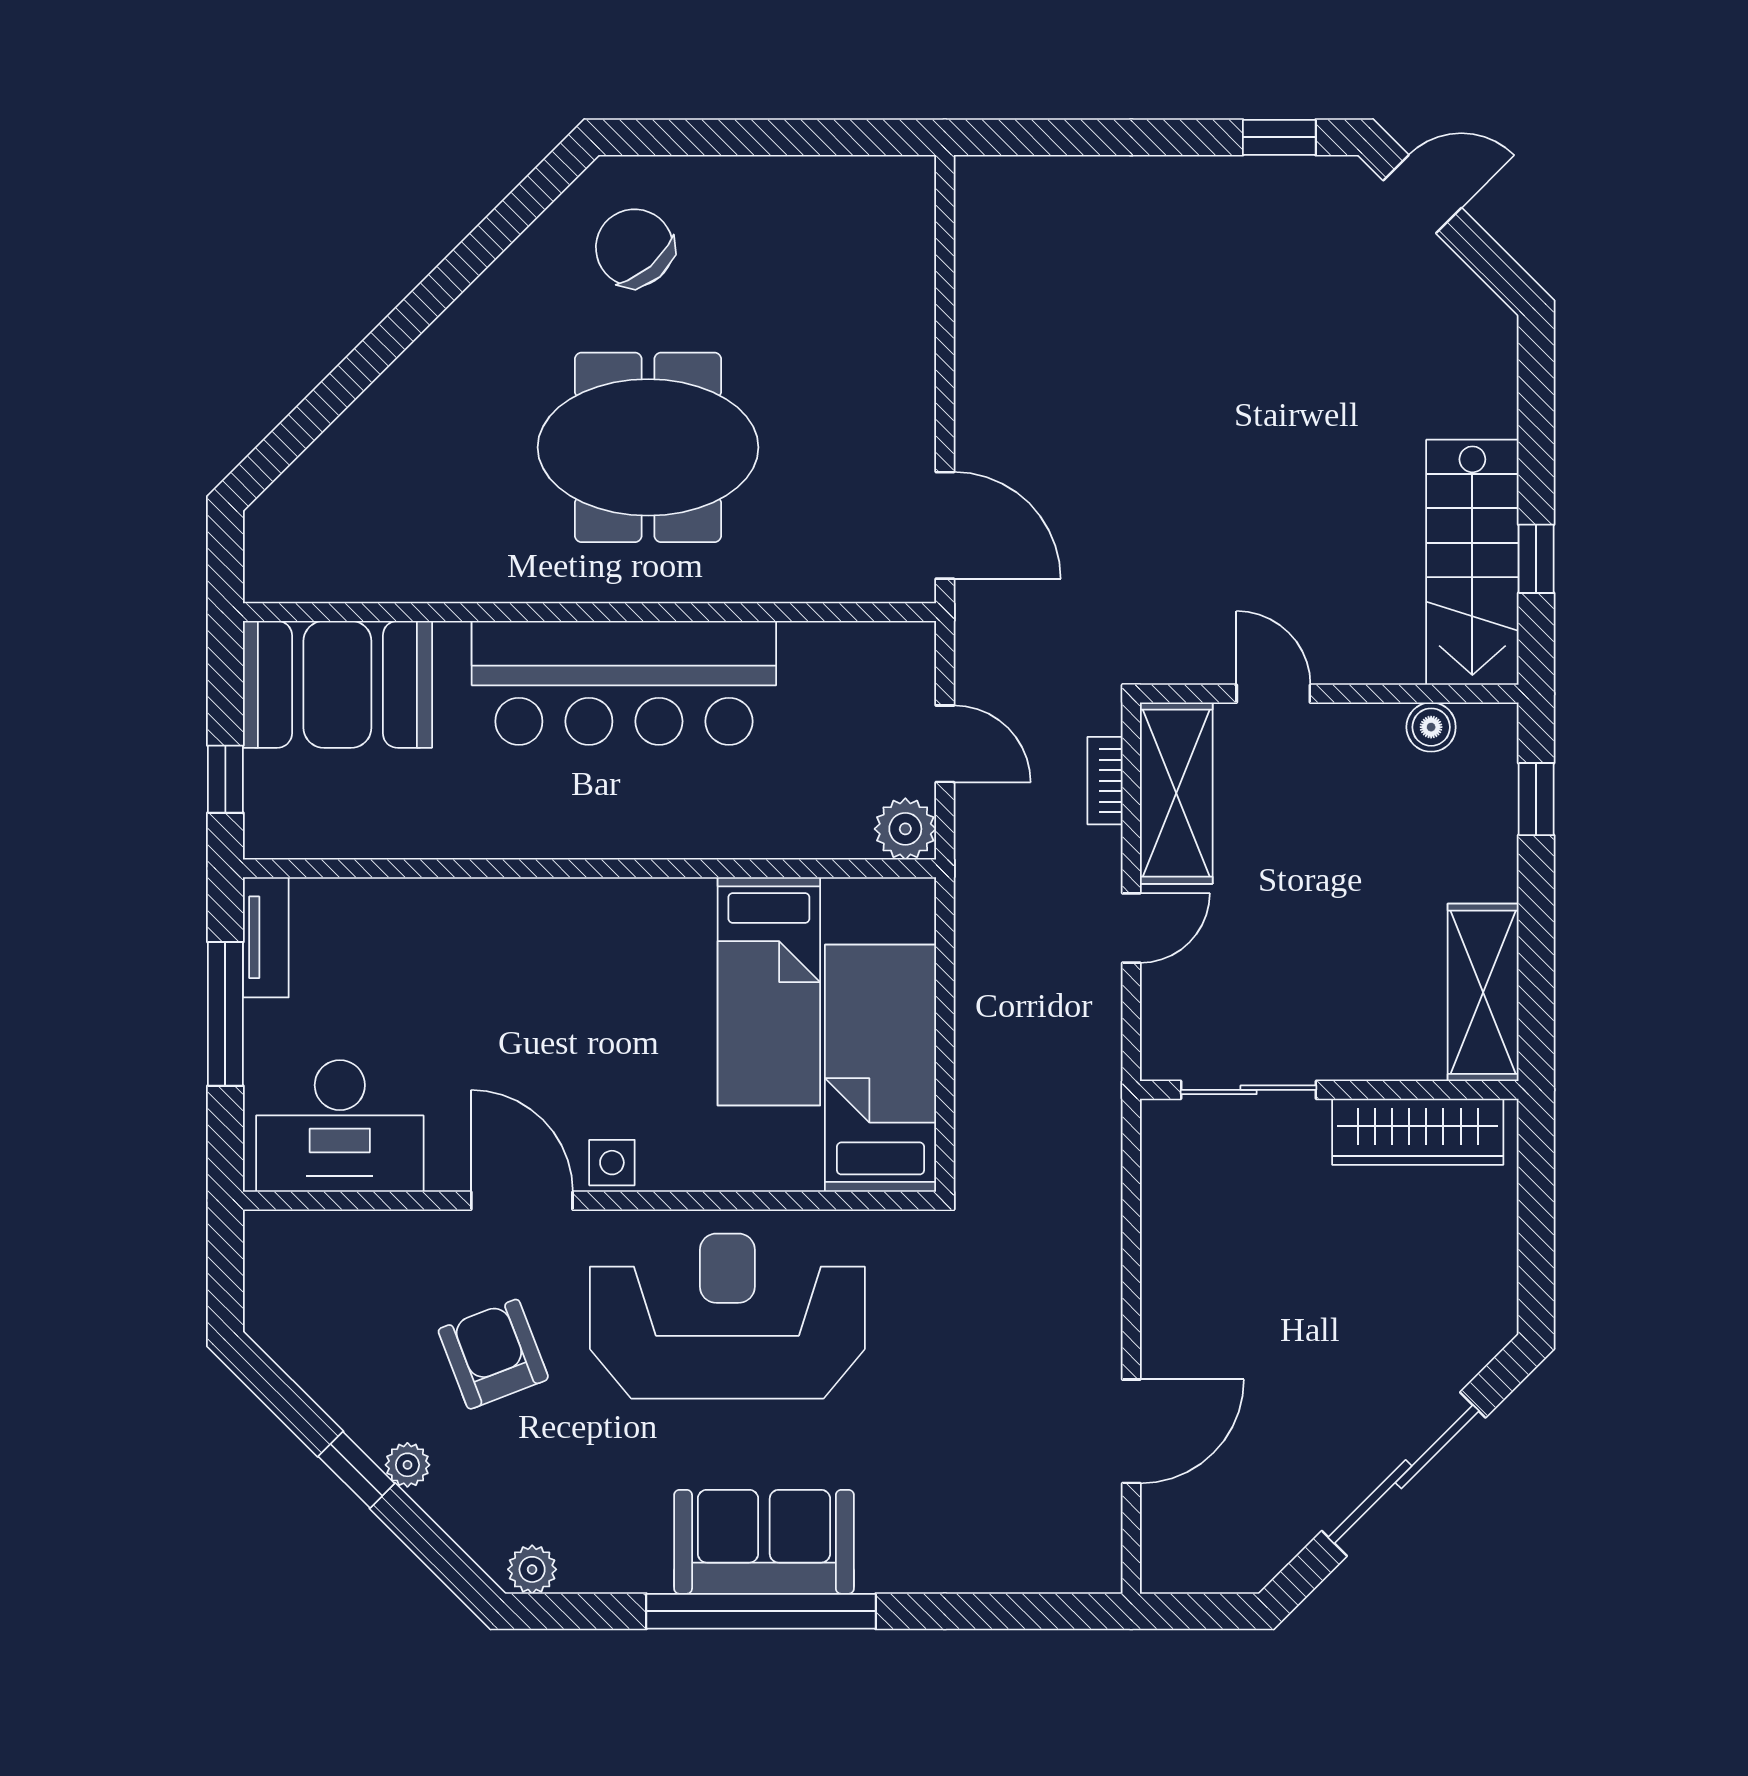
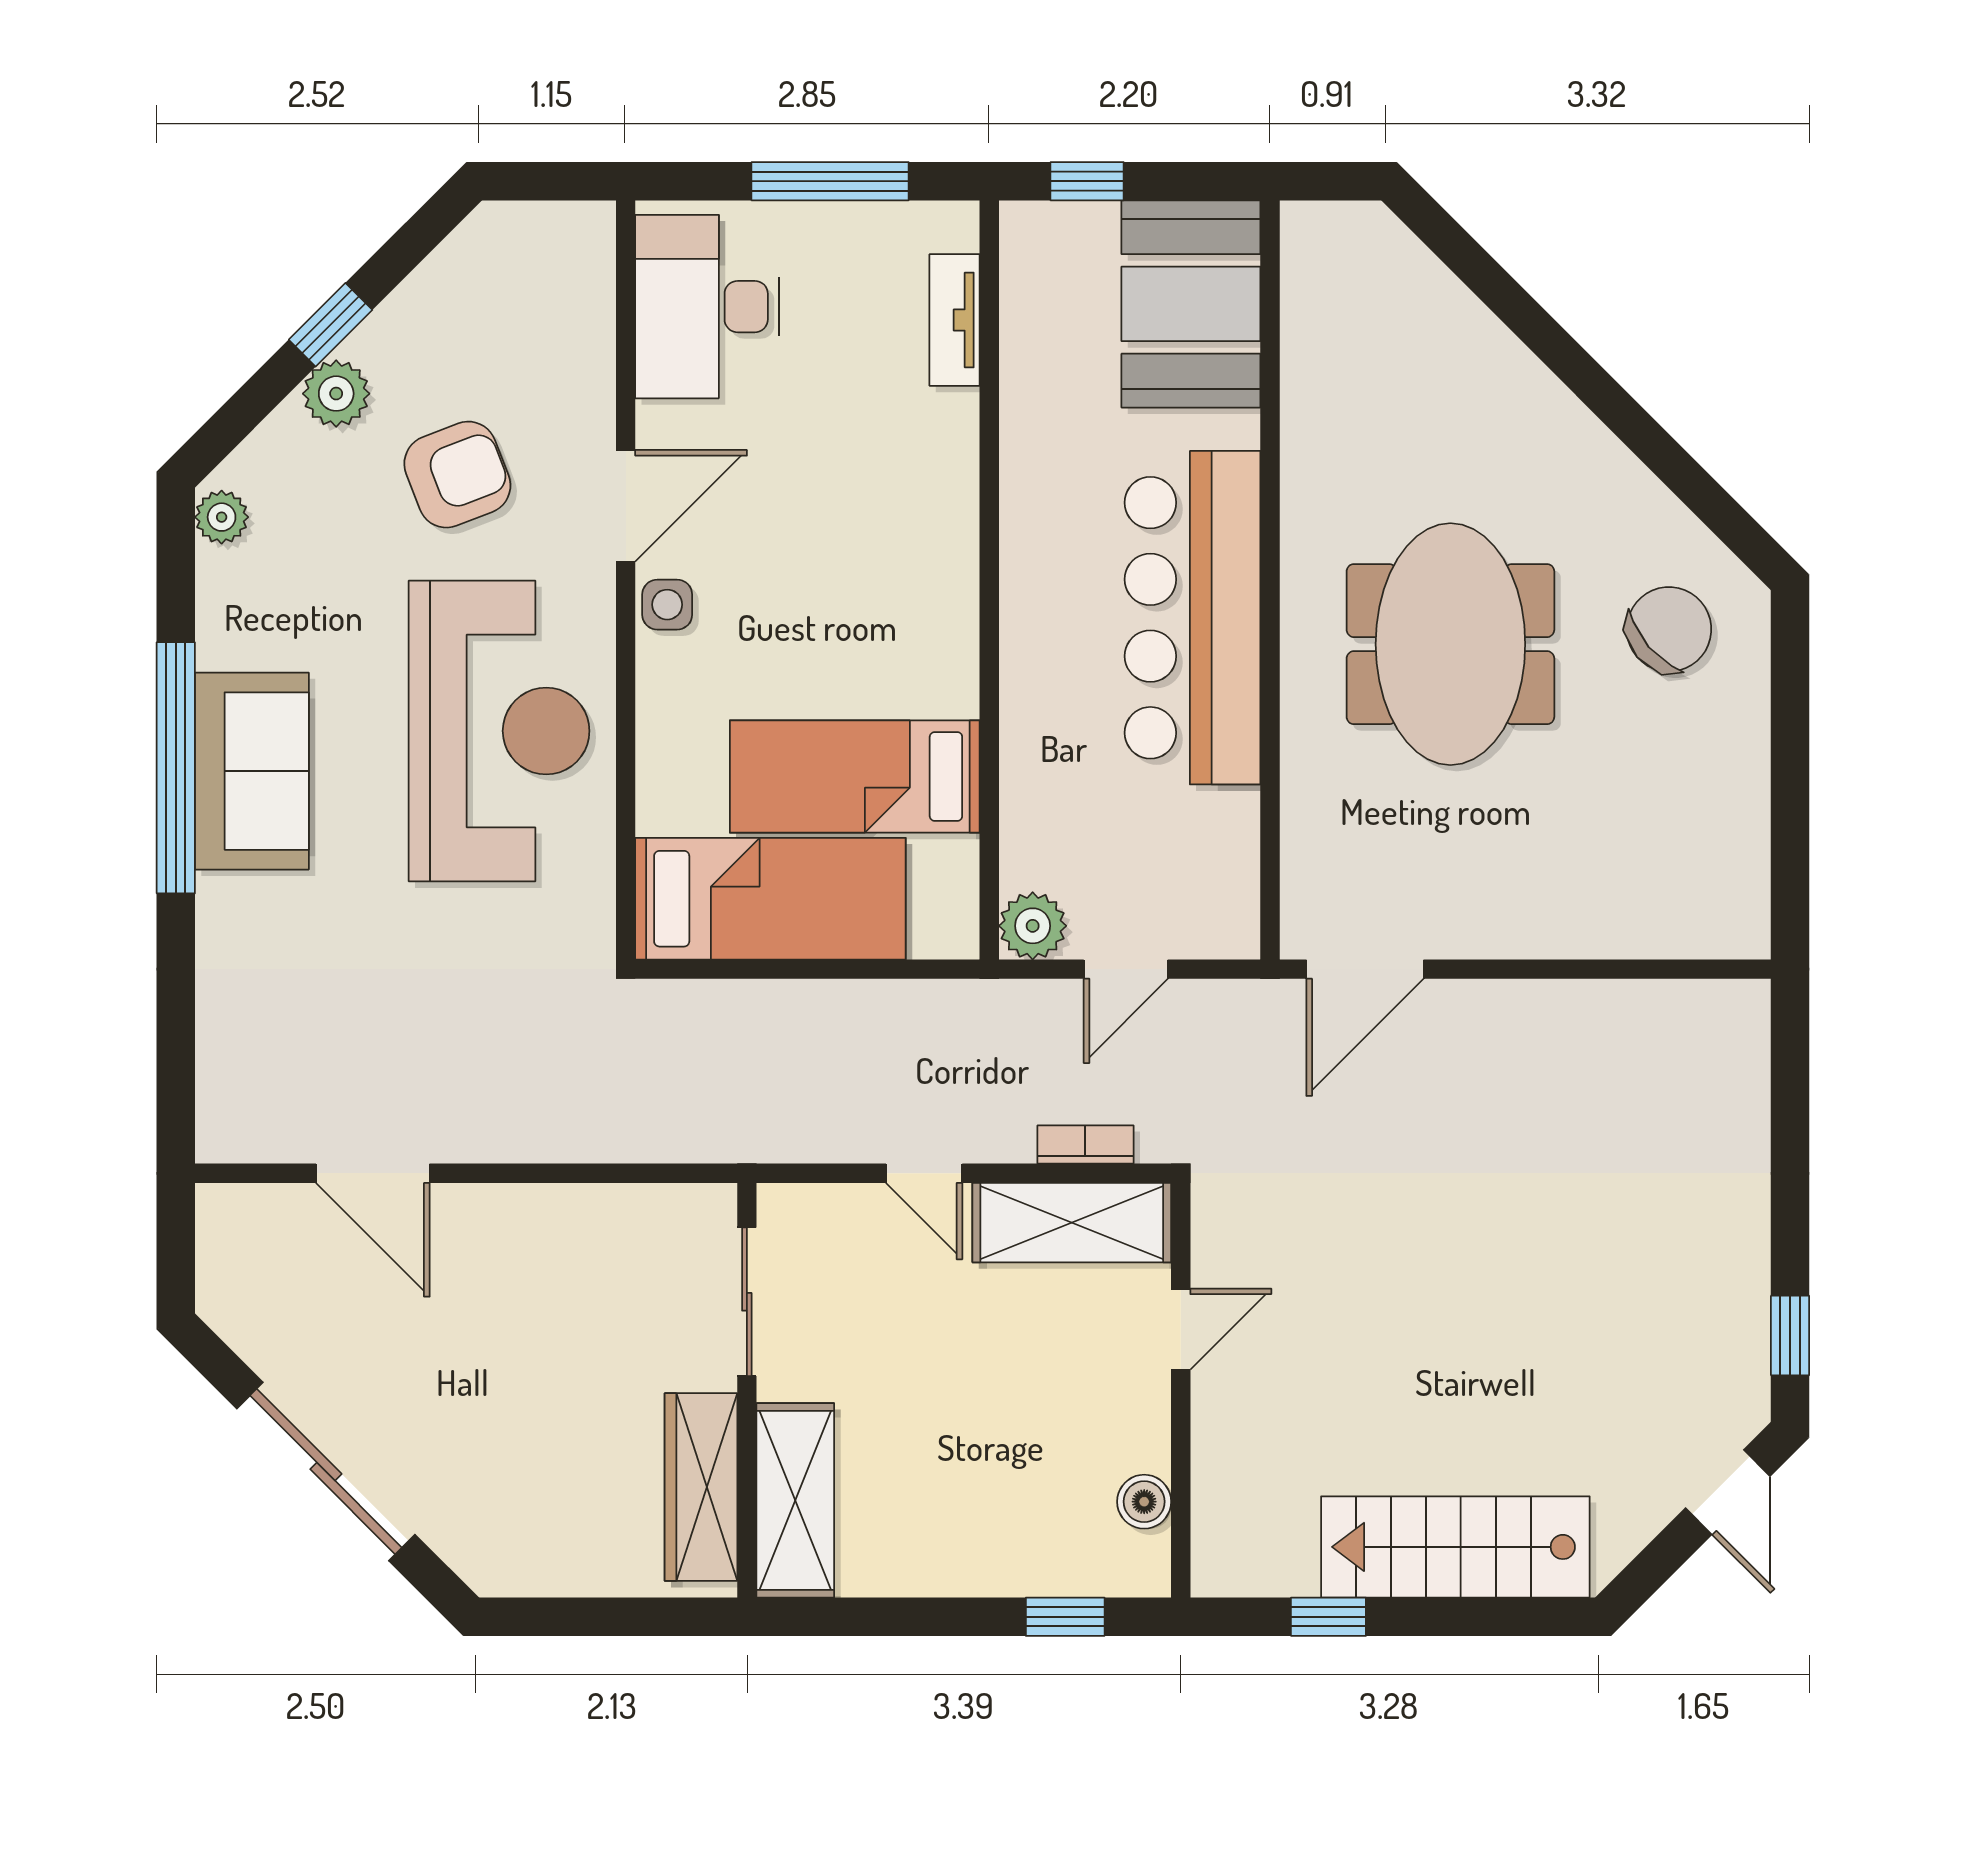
stairs: (1472, 562) -> (1455, 1547), moved
tv unit: (266, 937) -> (955, 320), moved, turned 90
shelving: (1483, 992) -> (795, 1500), moved, turned 90
plant: (407, 1465) -> (336, 394), width x1.38, depth x1.38

